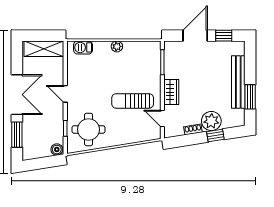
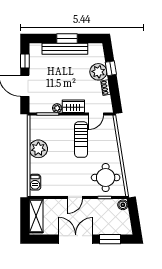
plant: (117, 46) -> (38, 149), width x1.88, depth x1.88
plant: (169, 73) -> (57, 108), added
window: (250, 97) -> (67, 38), moved

